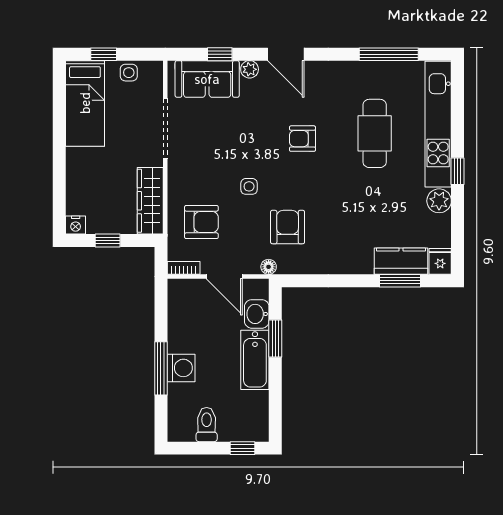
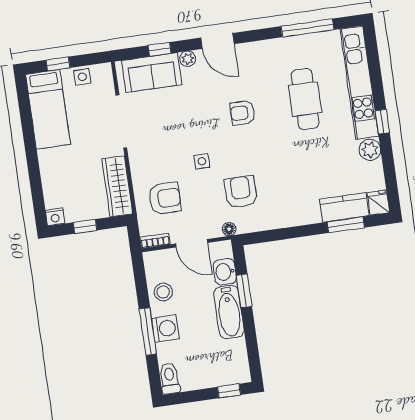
stool: (185, 327) -> (163, 292), added
toilet: (207, 425) -> (170, 378), moved

